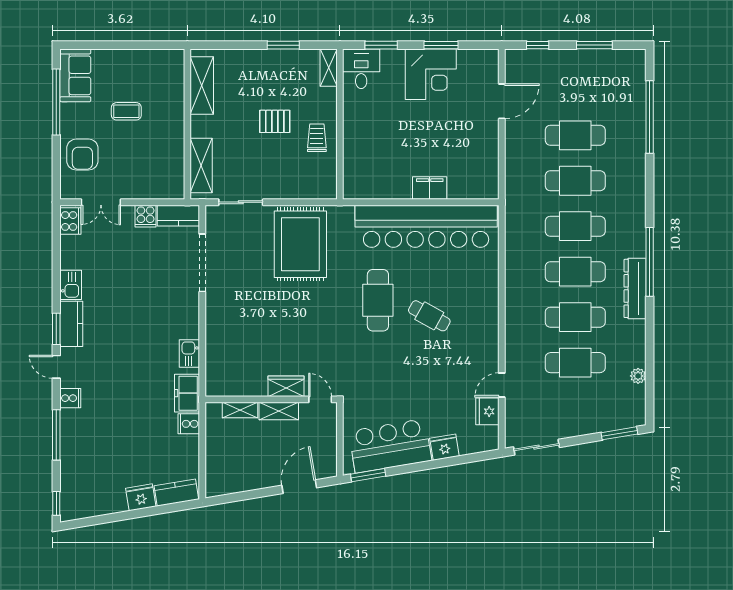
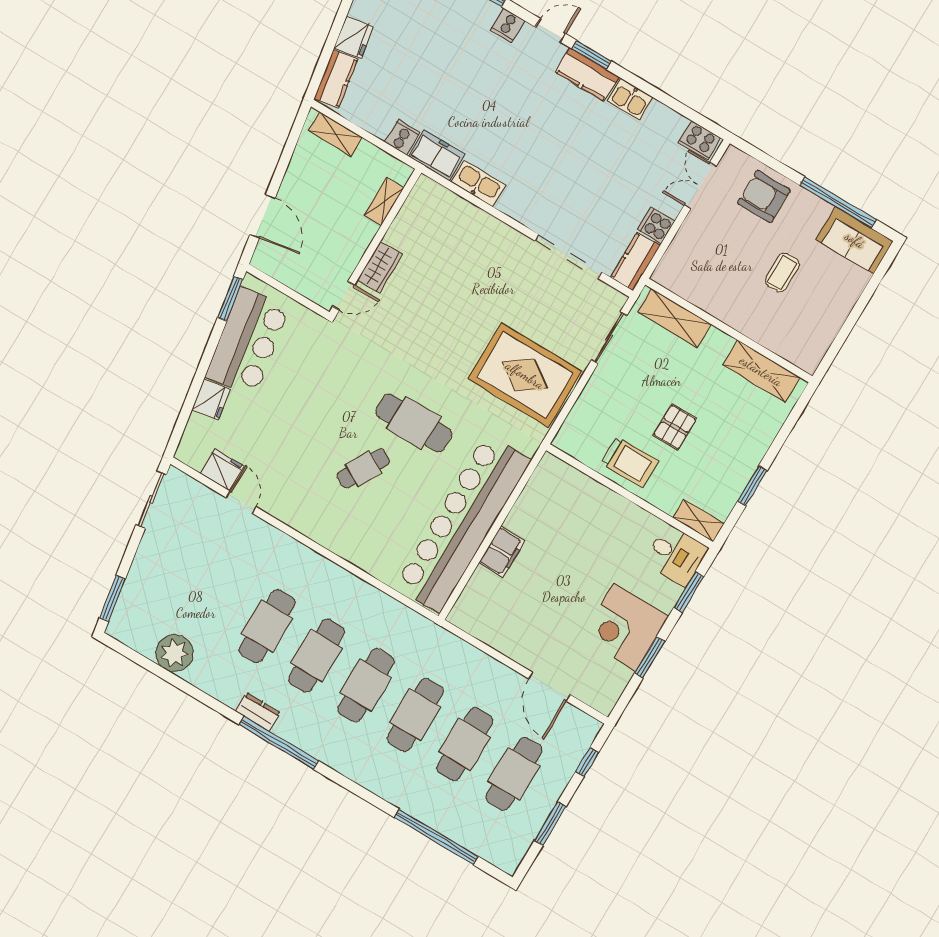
trolley: (317, 138) -> (630, 462), width x1.36, depth x1.39
dresser: (635, 288) -> (258, 712), width x0.51, depth x0.80
kitchen sink: (189, 353) -> (478, 184), width x1.38
cafe table: (575, 363) -> (514, 774), moved
plant: (638, 376) -> (174, 653), width x1.88, depth x1.88
shelving: (279, 411) -> (335, 134), moved, turned 90

